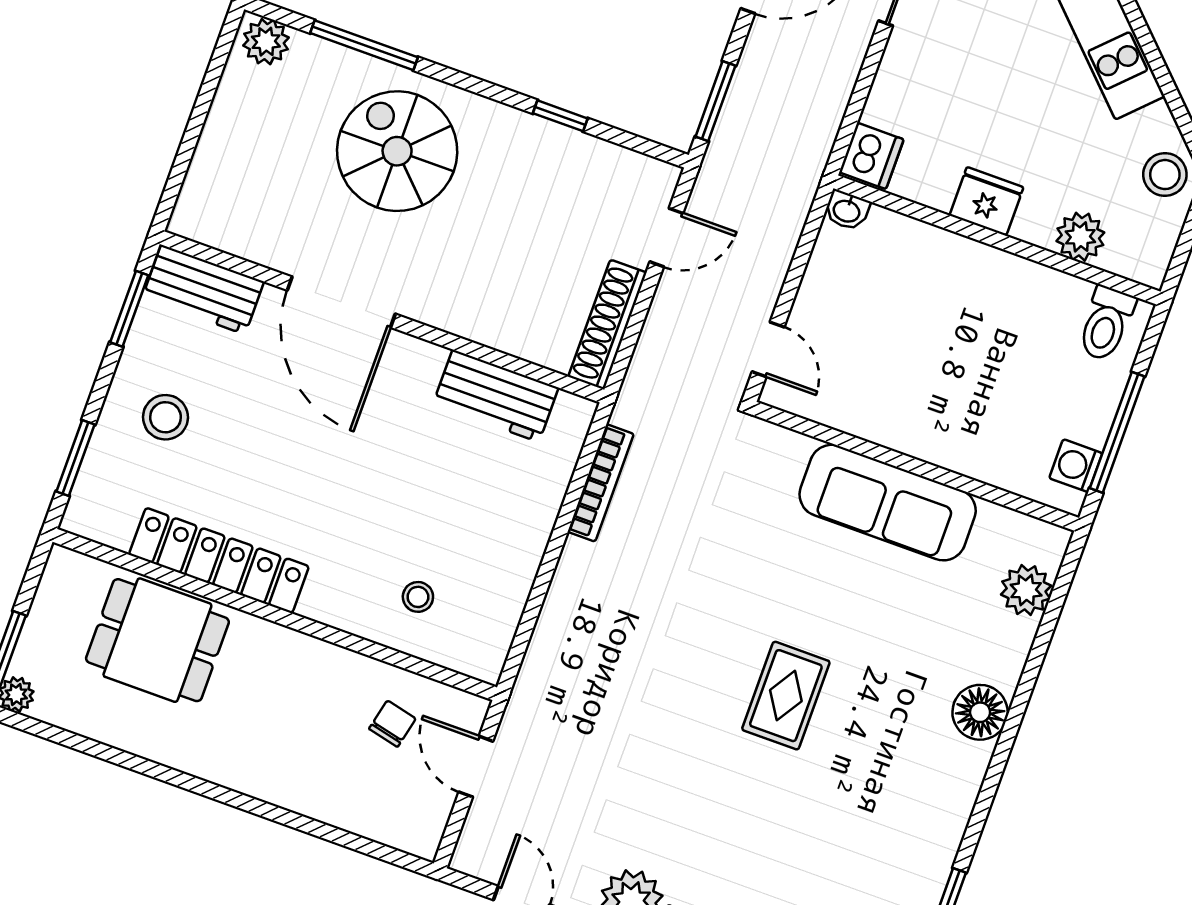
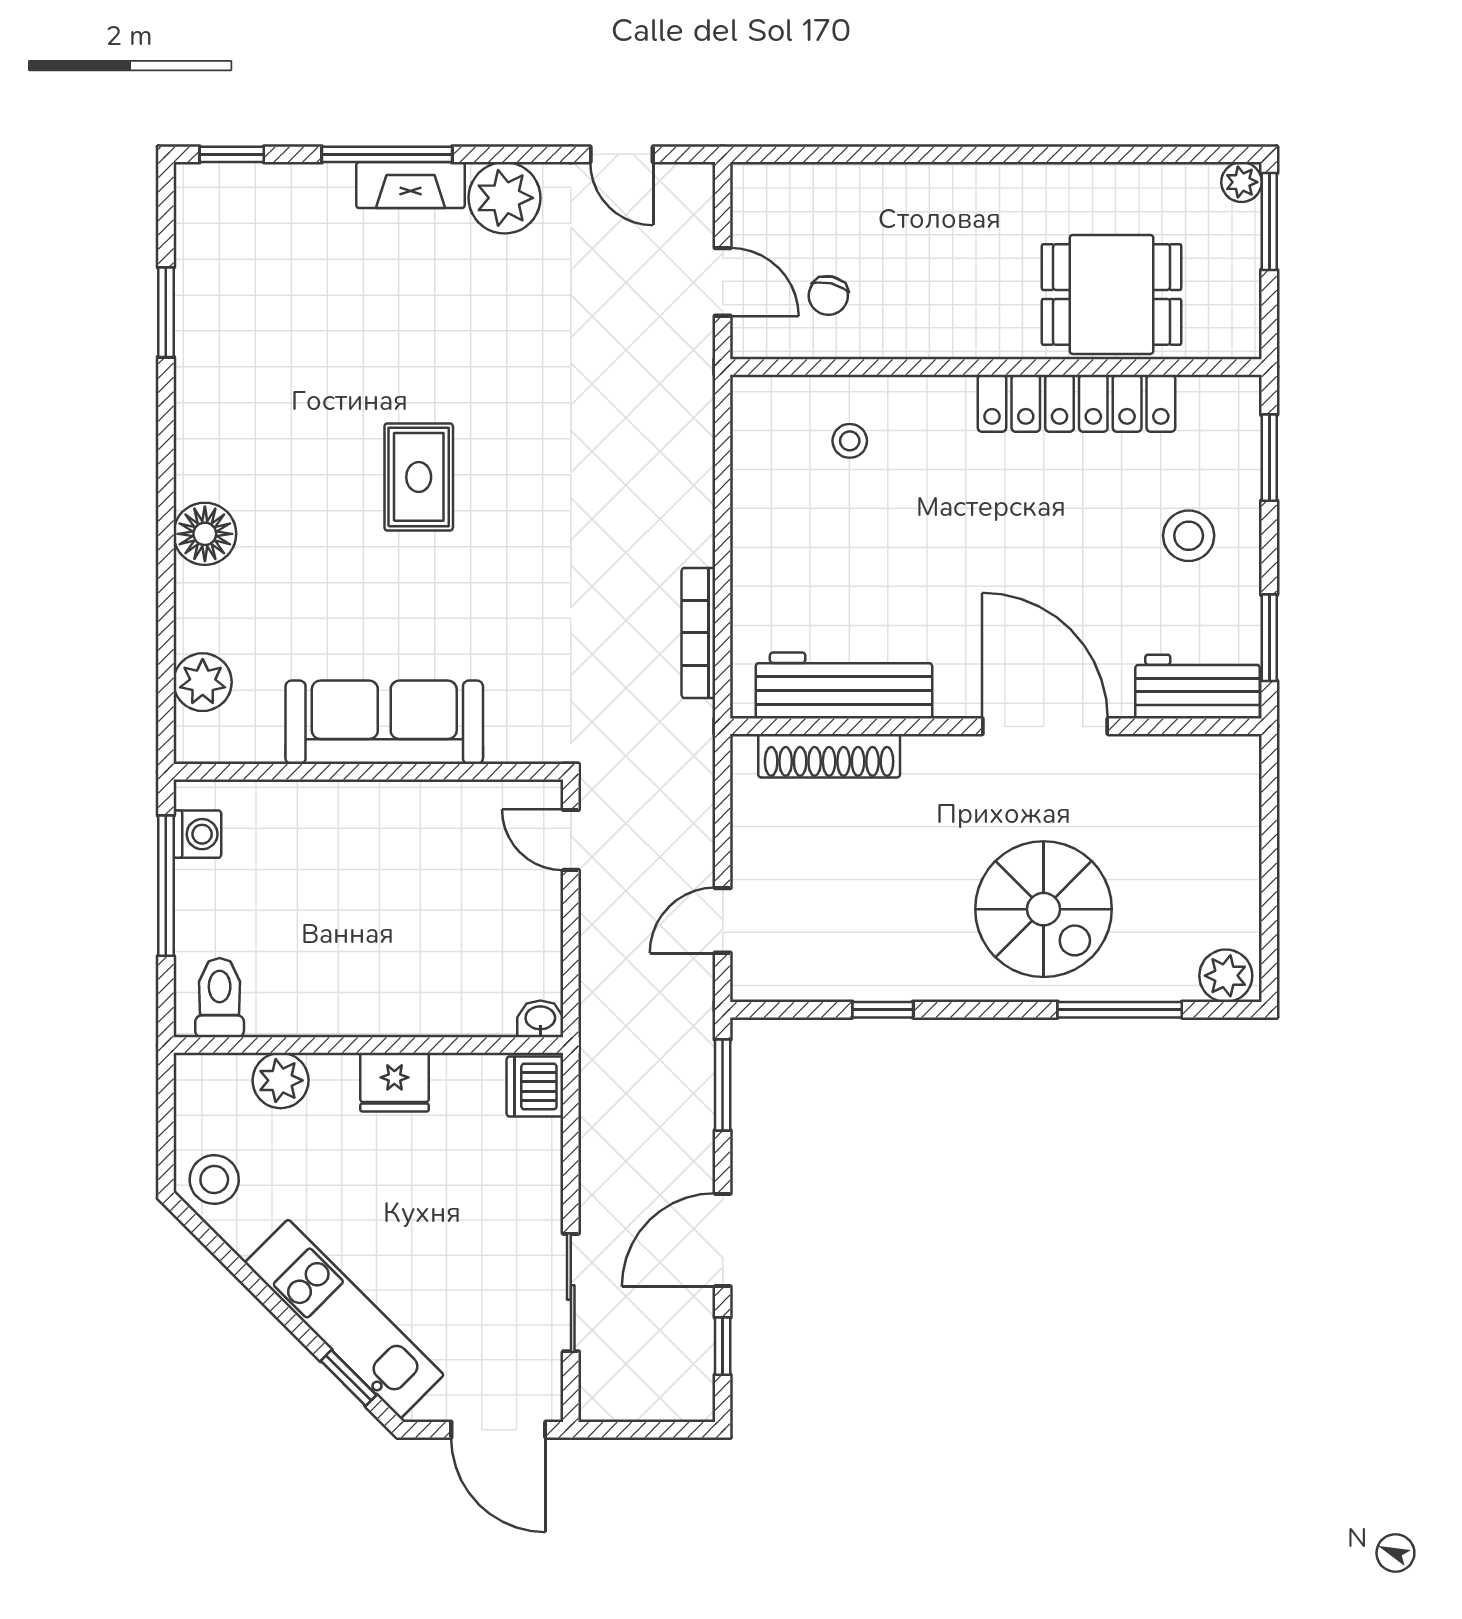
shoe rack: (607, 325) -> (829, 756), moved, turned 90
workbench: (496, 396) -> (844, 686), width x1.38

